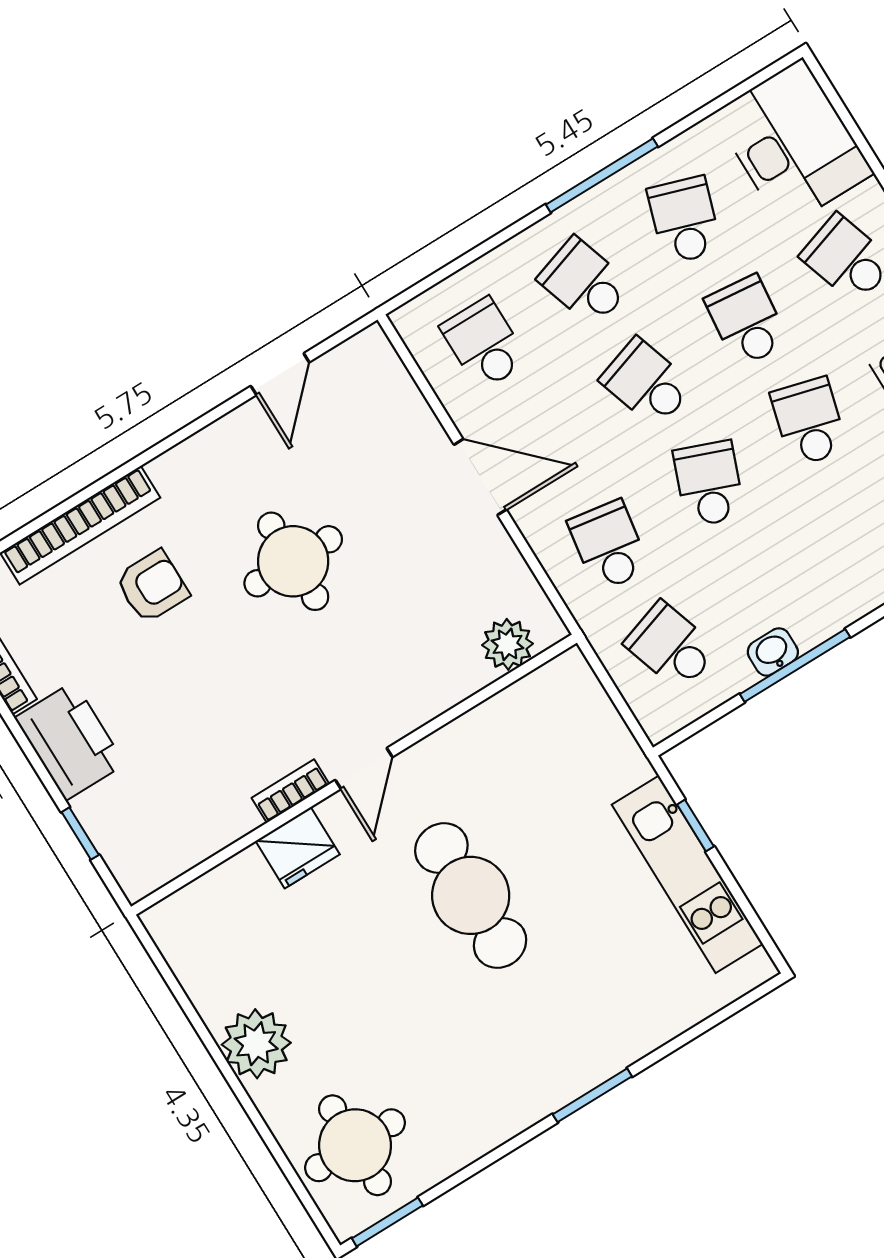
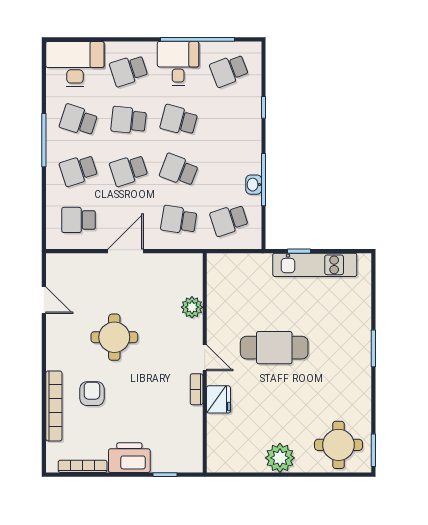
plant: (507, 644) -> (192, 307), moved

